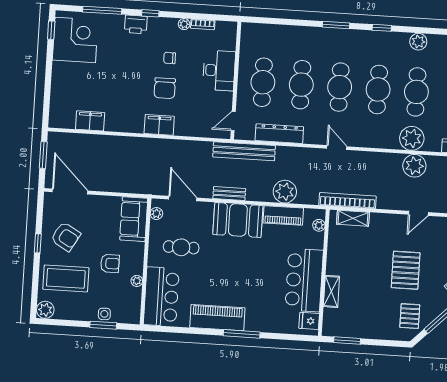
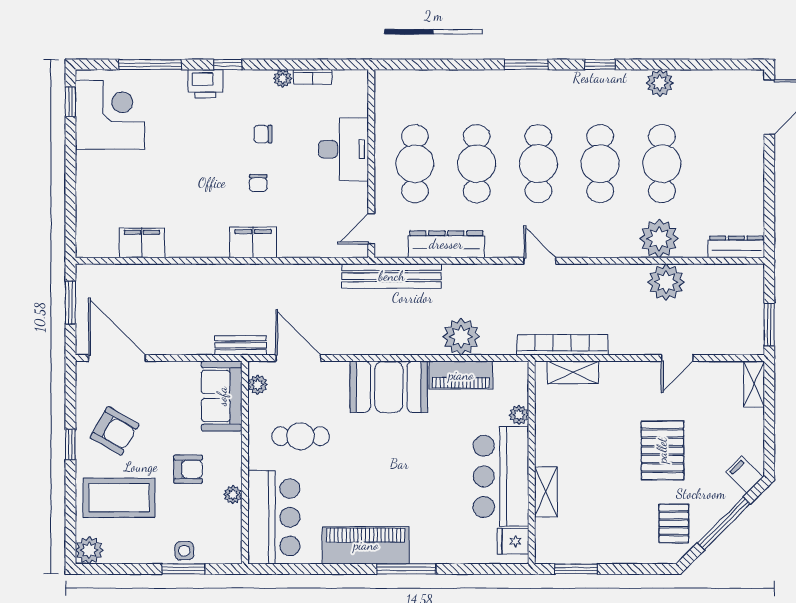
chair: (165, 88) -> (258, 183), width x0.54, depth x0.54
bench: (229, 194) -> (241, 345), moved
plant: (319, 225) -> (519, 415), moved

